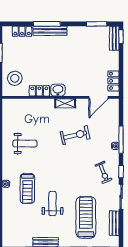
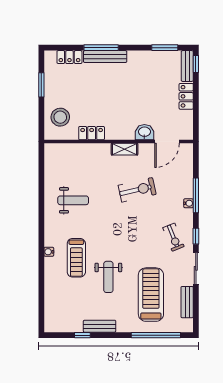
locker: (113, 81) -> (186, 96), moved
washbasin: (58, 90) -> (144, 132), moved
weight bench: (52, 203) -> (108, 277), turned 180

